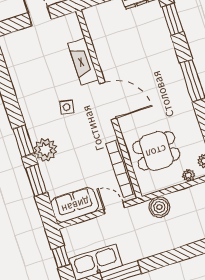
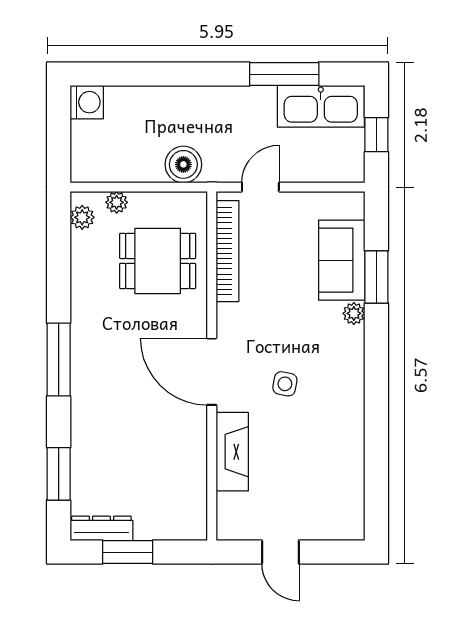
window: (23, 141) -> (376, 350), removed
plant: (45, 150) -> (354, 313), width x0.53, depth x0.53
sofa: (75, 205) -> (342, 260), moved, turned 90
door: (114, 208) -> (260, 187), swing flipped

